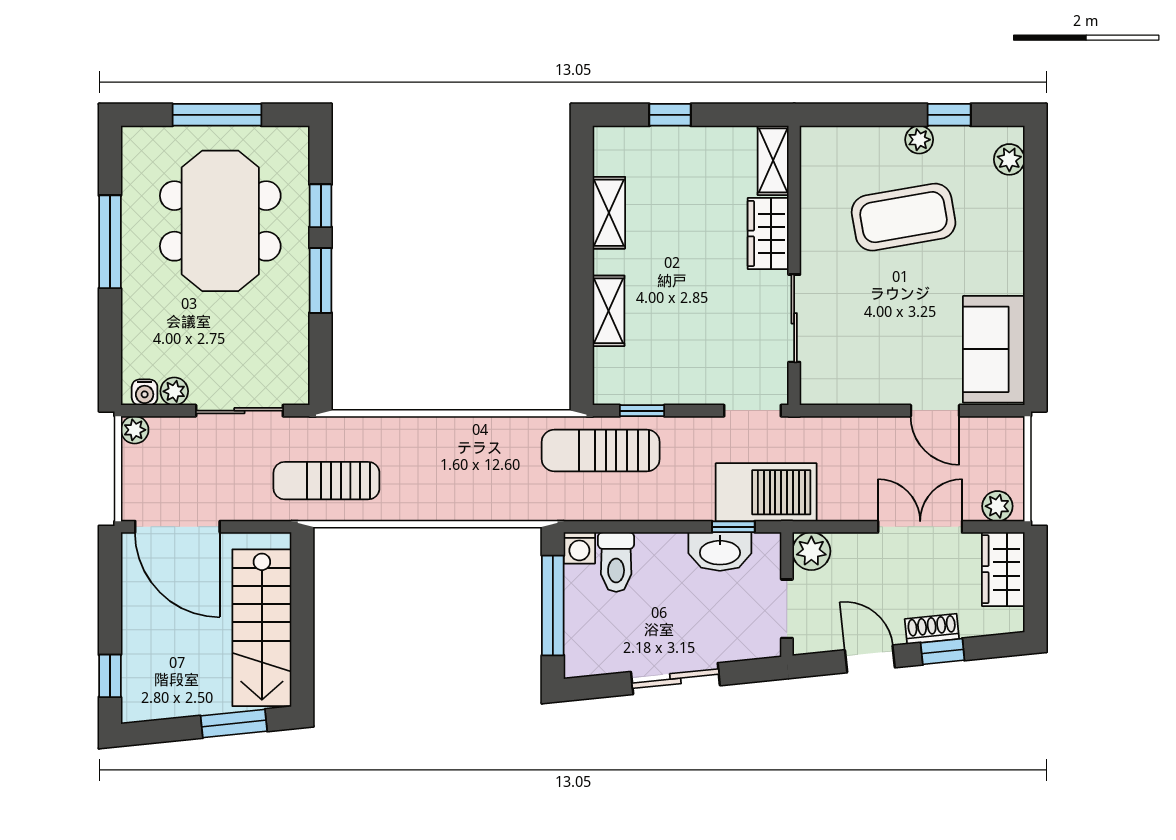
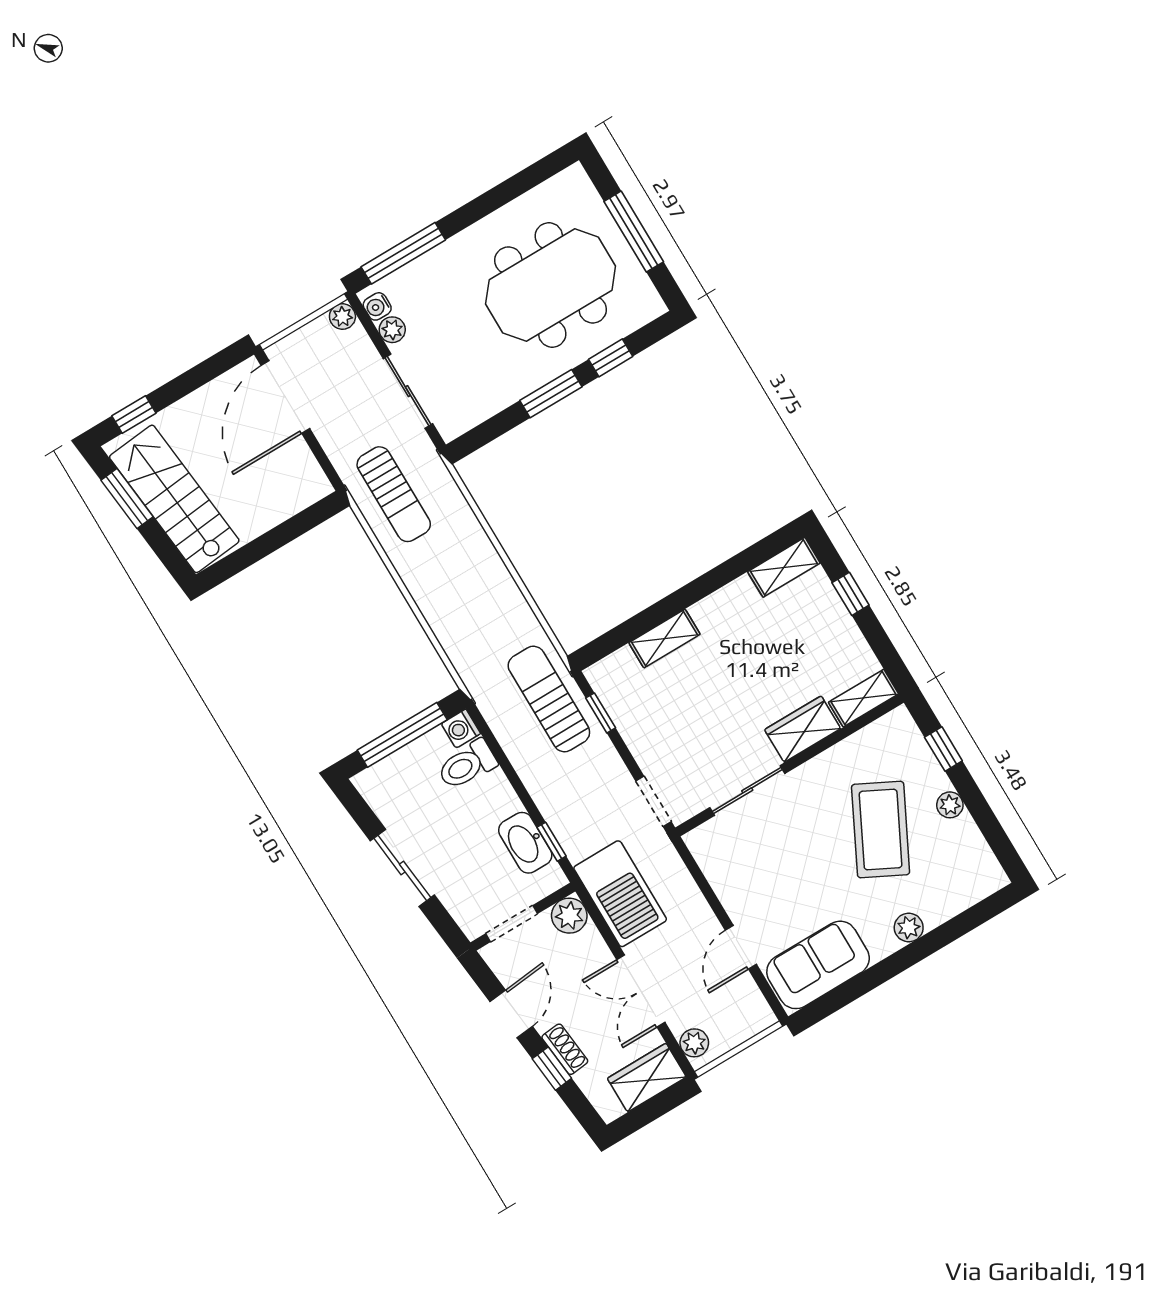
window: (949, 115) -> (943, 749), moved
plant: (1009, 159) -> (909, 928), moved
shelving: (609, 213) -> (784, 567), moved
coffee table: (904, 217) -> (881, 829), turned 37
window: (110, 242) -> (403, 253), moved
sun lounger: (326, 481) -> (394, 494), turned 180
barbecue: (766, 492) -> (620, 894), moved
double door: (920, 527) -> (641, 991), swing flipped
stairs: (262, 628) -> (174, 499), moved, turned 84
window: (234, 723) -> (127, 499), moved

